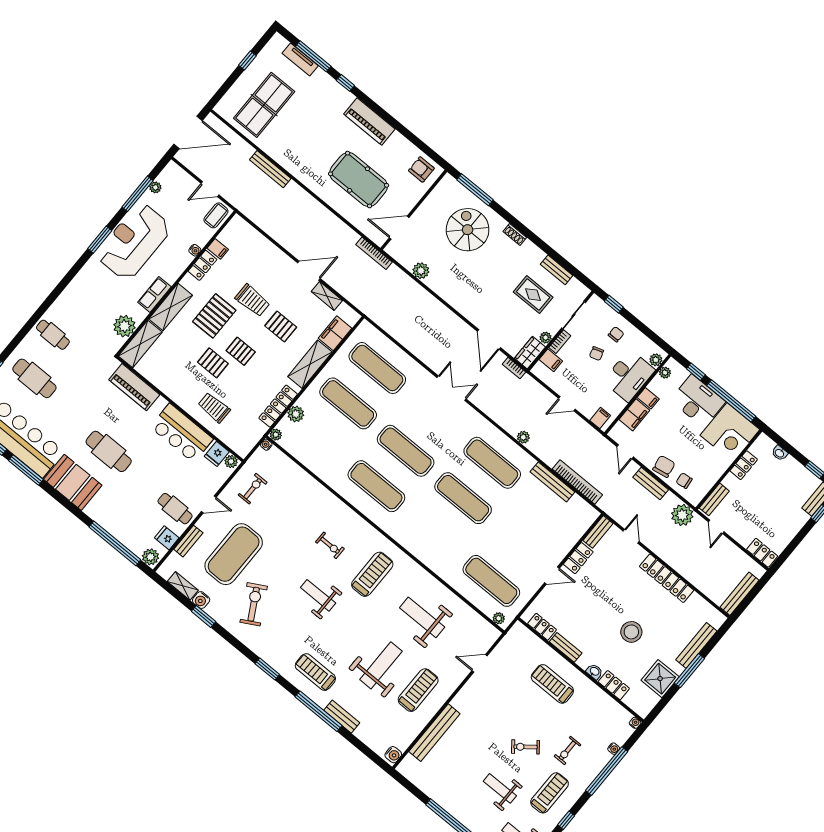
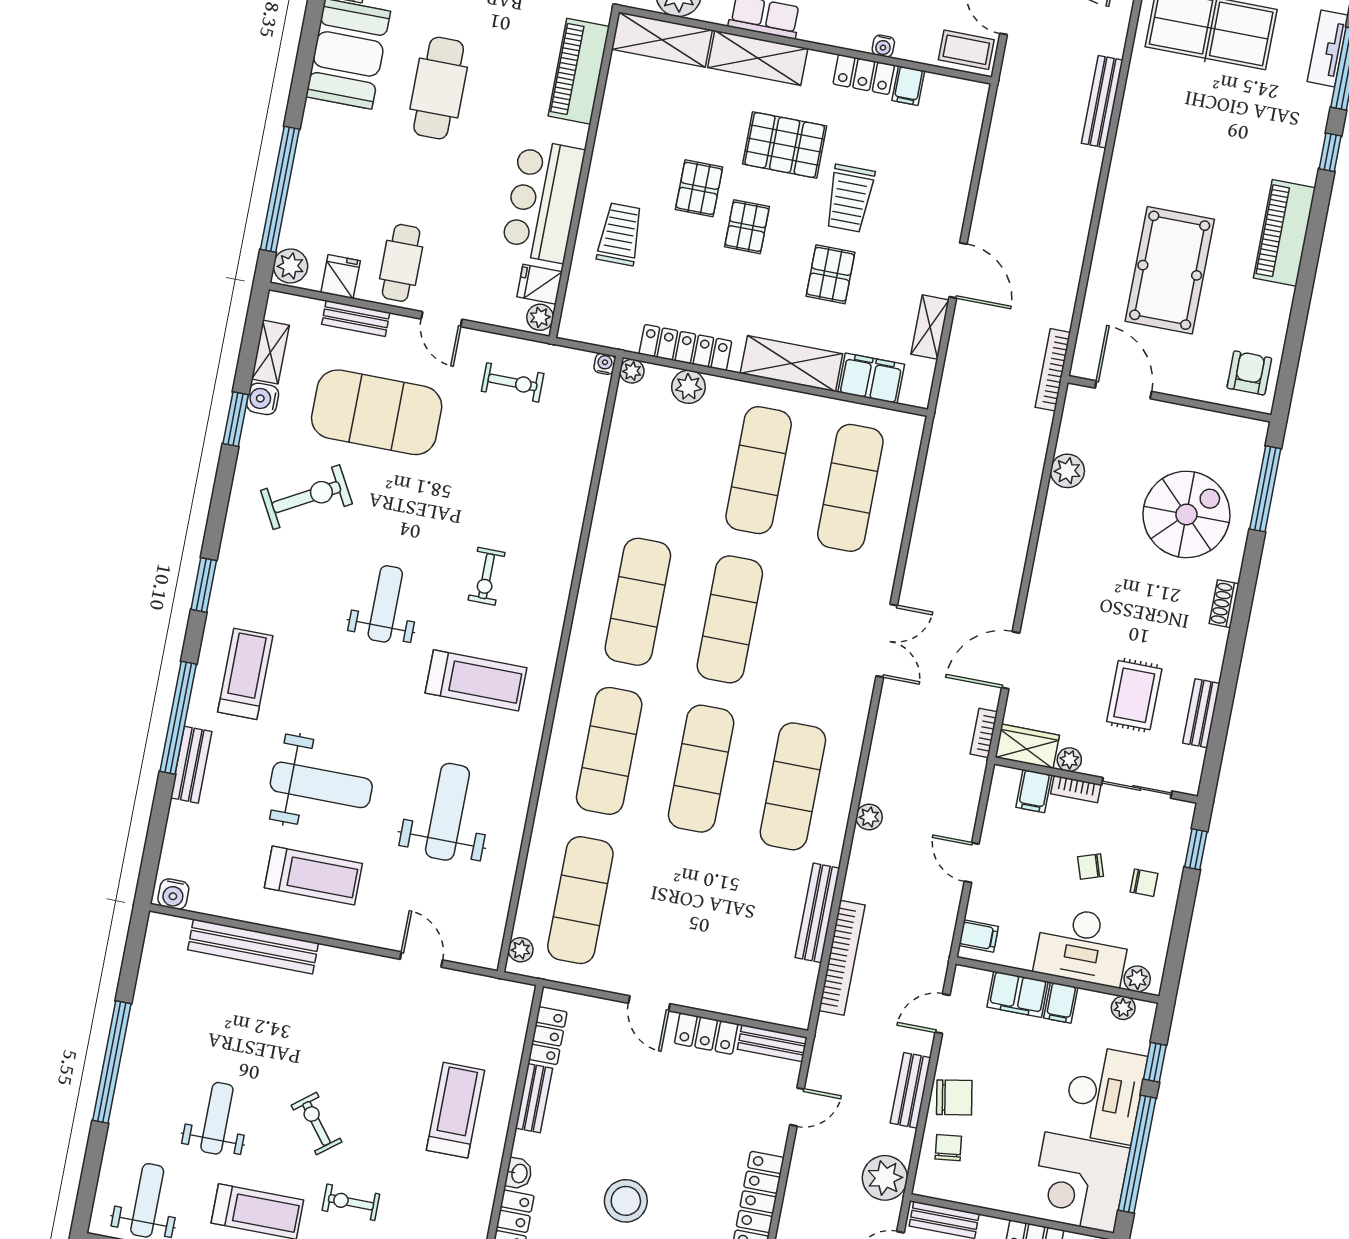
exercise mat: (434, 534) -> (609, 751), added

